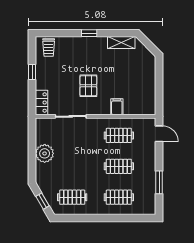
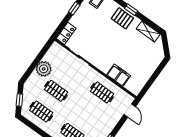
pallet: (88, 86) -> (122, 18), moved, turned 90
filing cabinet: (117, 107) -> (119, 75), width x2.00
clothes rail: (119, 166) -> (56, 91), moved

